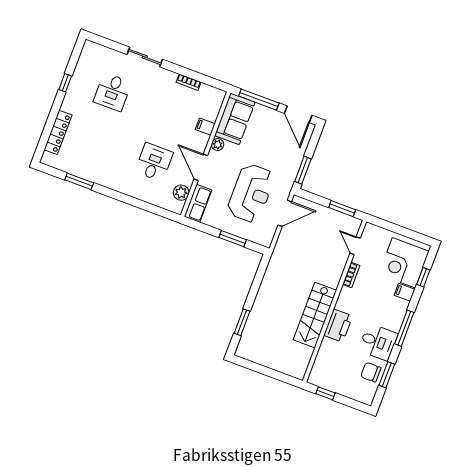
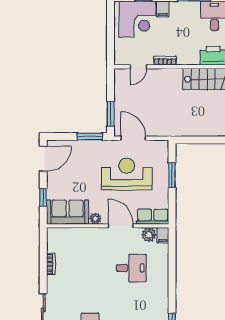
window: (259, 100) -> (43, 197), width x0.46
filing cabinet: (205, 127) -> (163, 235), moved
desk: (154, 162) -> (131, 268), turned 180
door: (201, 167) -> (121, 226), swing flipped
window: (342, 209) -> (111, 114), moved

